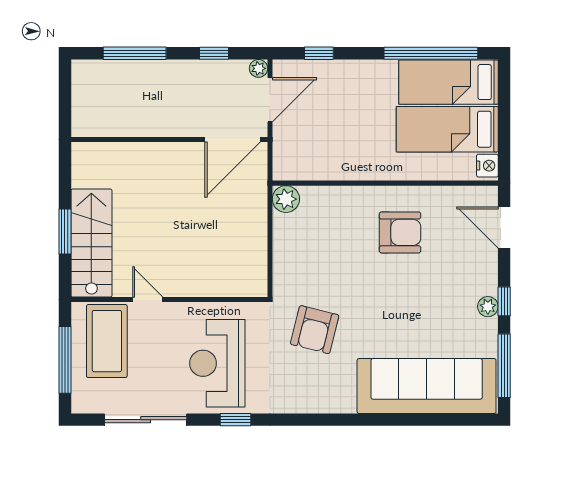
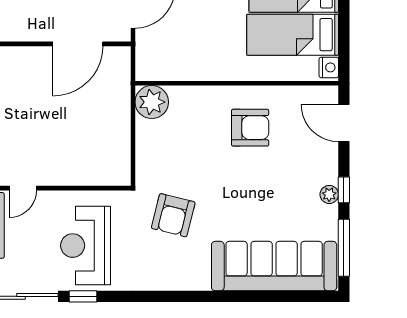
door: (233, 139) -> (78, 44), moved
plant: (286, 199) -> (152, 102), width x1.36, depth x1.36
door: (148, 300) -> (23, 188), swing flipped
window: (236, 420) -> (83, 296), moved

